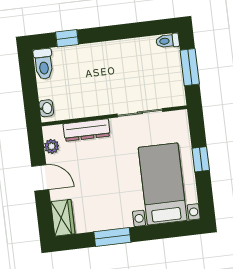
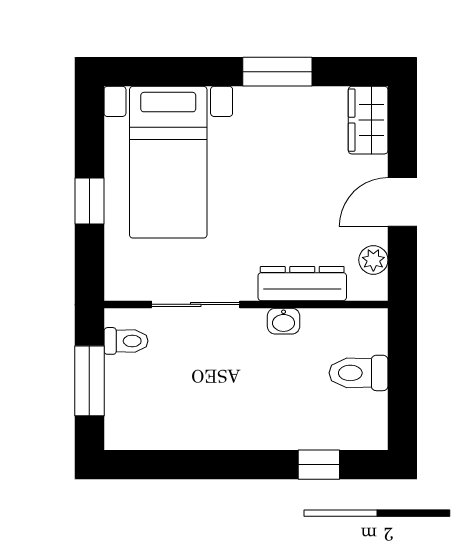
toilet: (168, 41) -> (126, 341), moved
toilet: (43, 64) -> (359, 373), moved, turned -90
washbasin: (46, 108) -> (284, 321), moved, turned -90
door: (40, 178) -> (402, 202), hinge flipped

